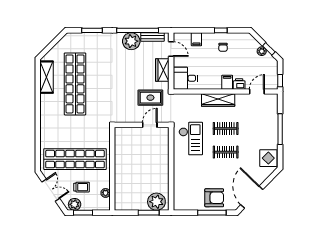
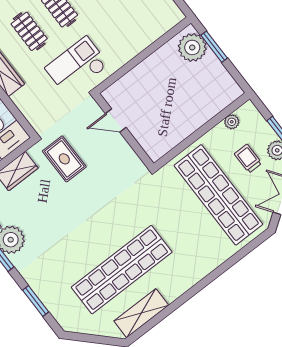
wall: (142, 125) -> (124, 131), moved
door: (150, 125) -> (116, 120), moved

